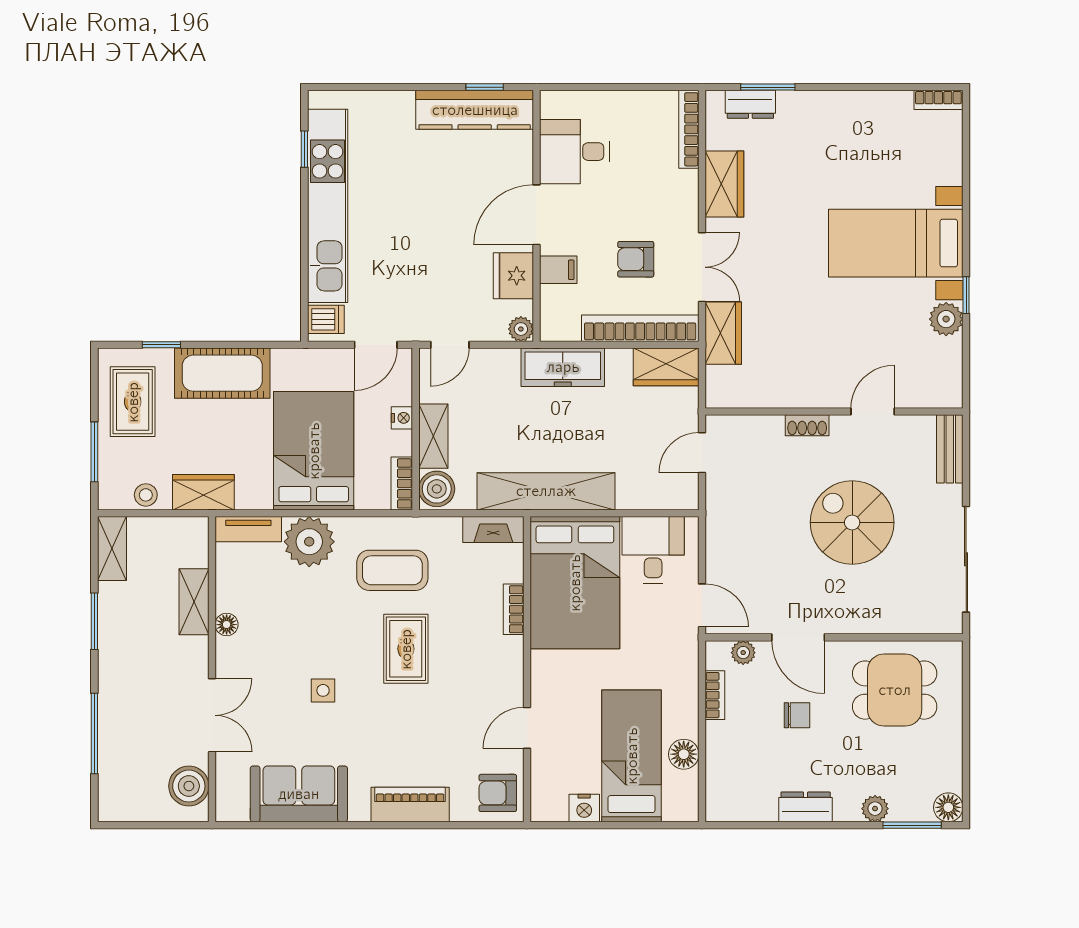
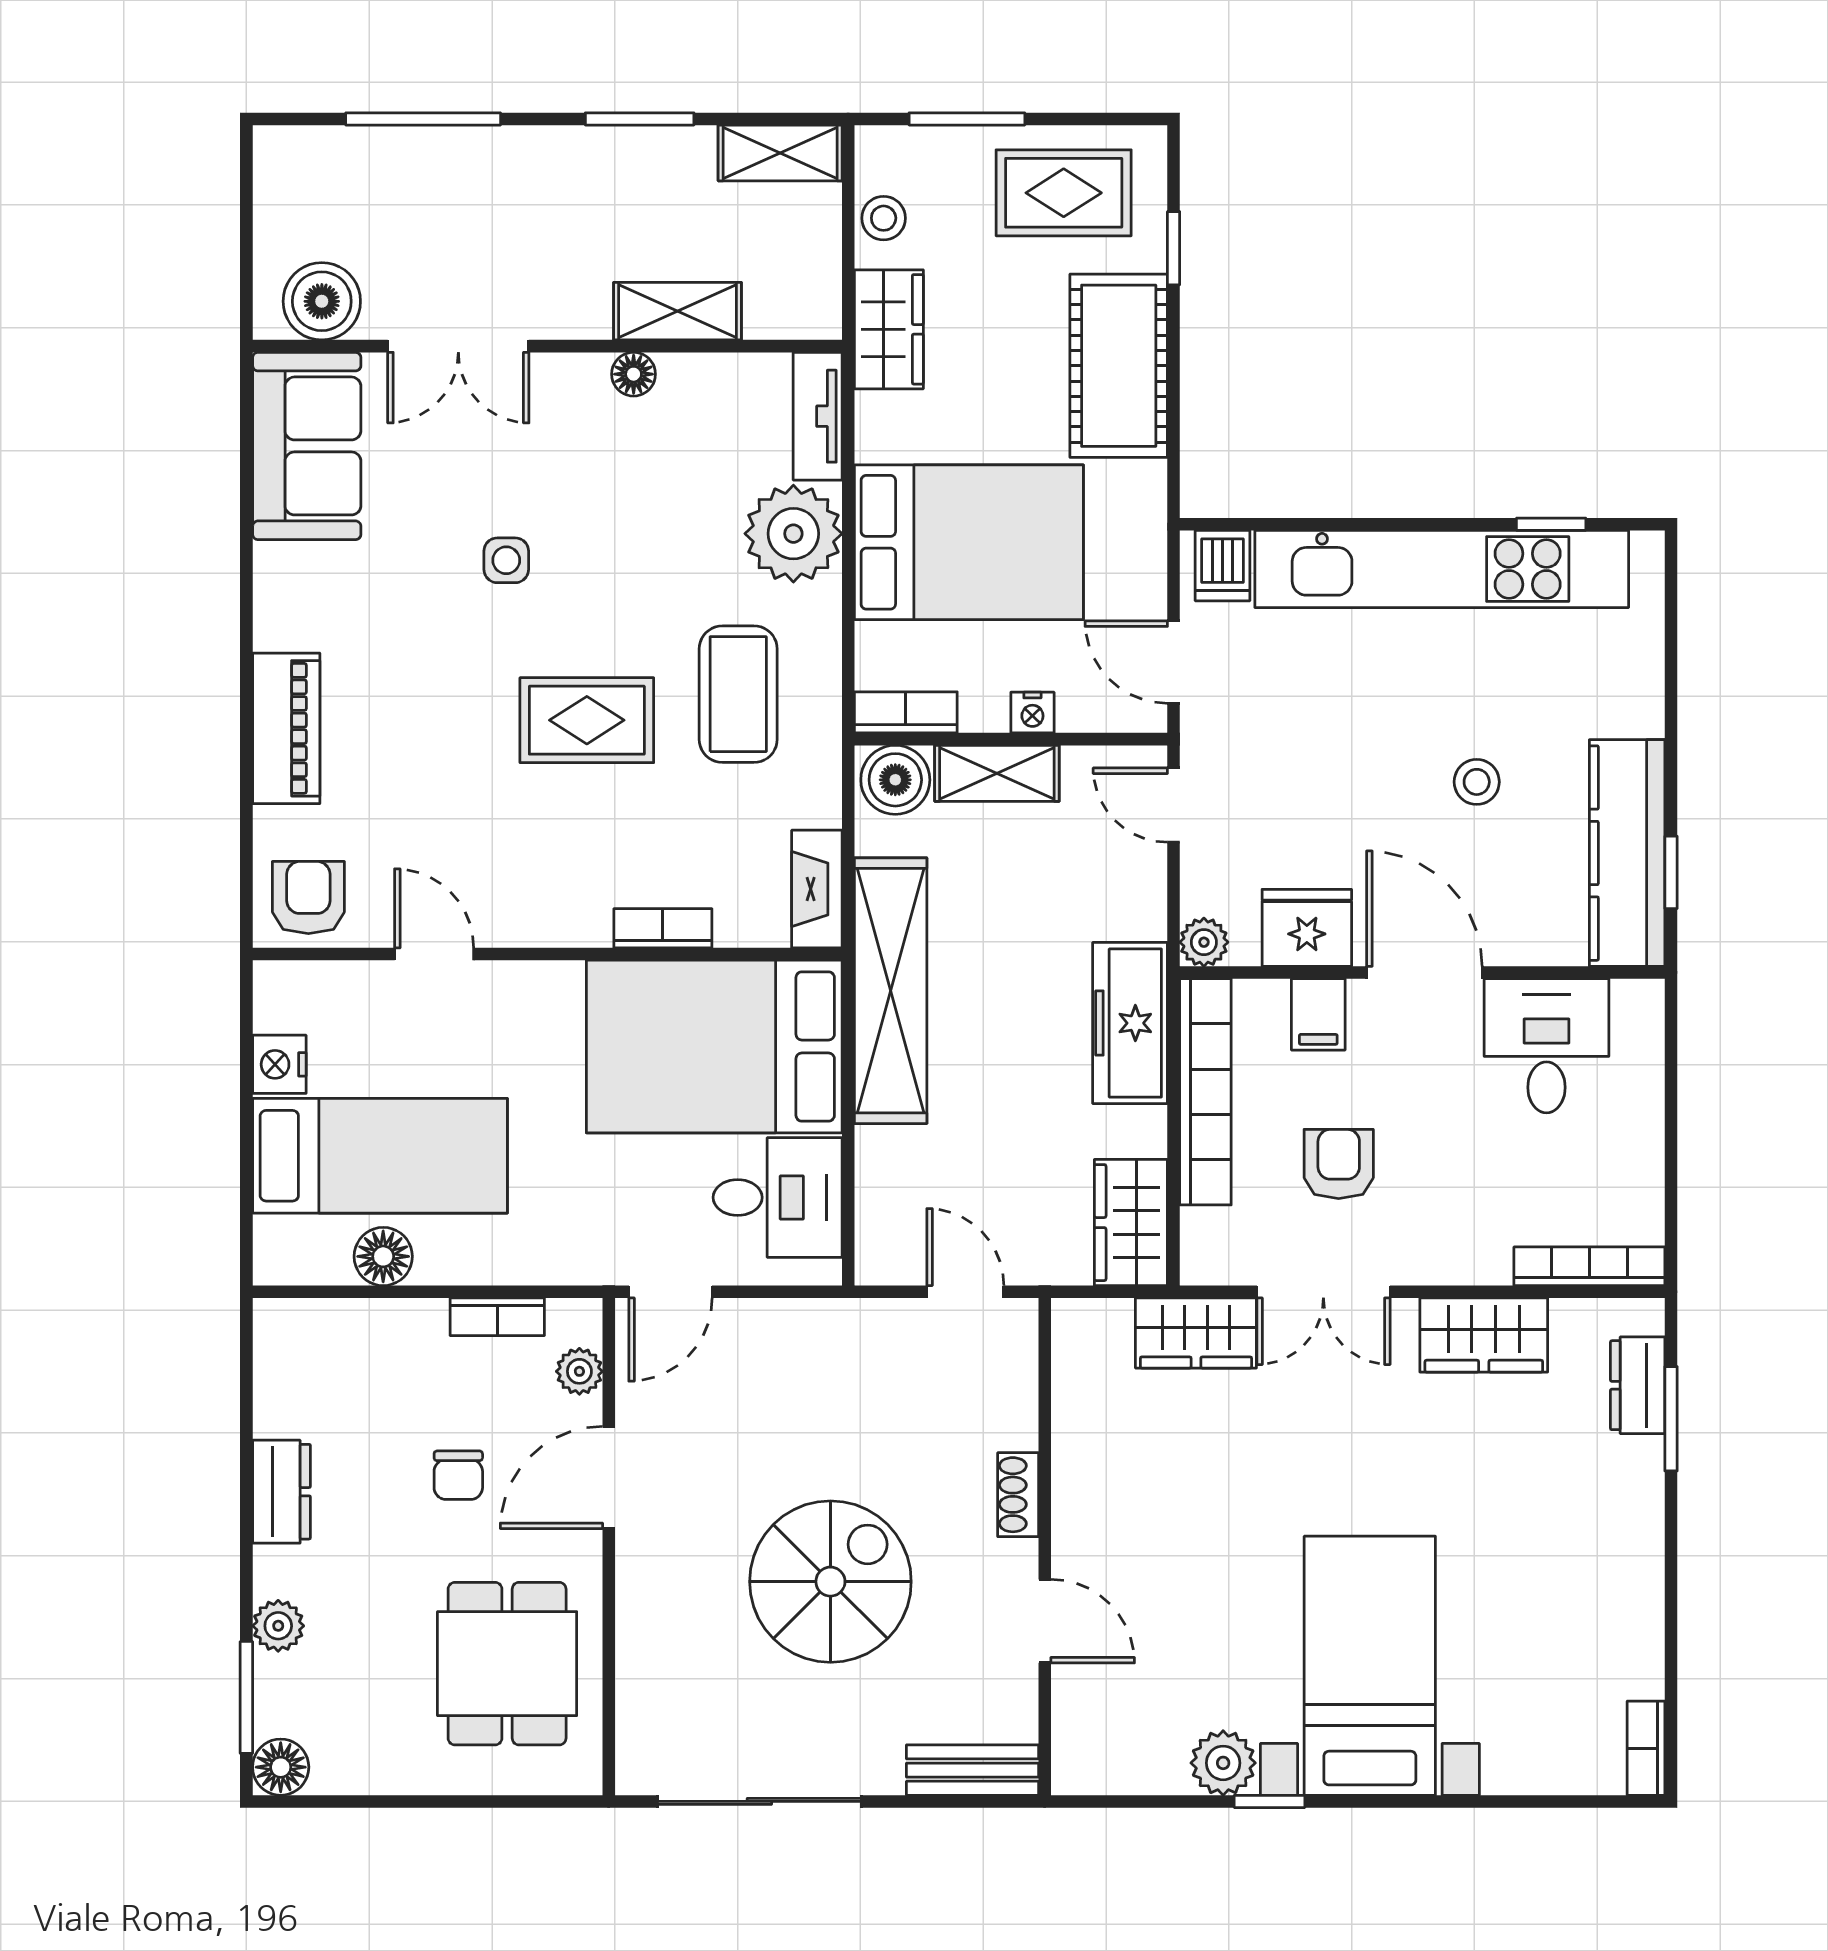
stool: (438, 188) -> (1477, 782), added
bookcase: (640, 328) -> (1205, 1092), moved
sofa: (299, 794) -> (307, 446), moved

